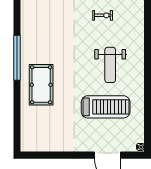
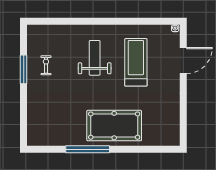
weight bench: (110, 65) -> (95, 58), turned -90
pool table: (41, 85) -> (114, 126), width x1.36, depth x1.32

